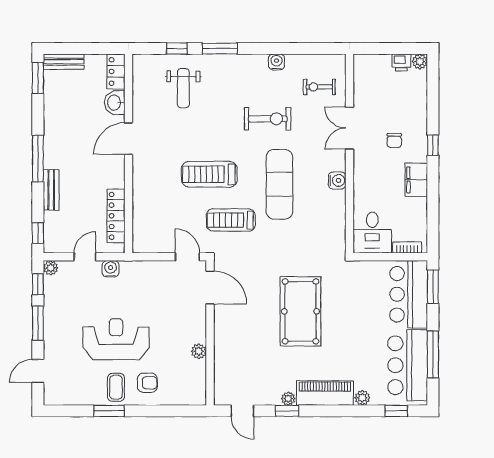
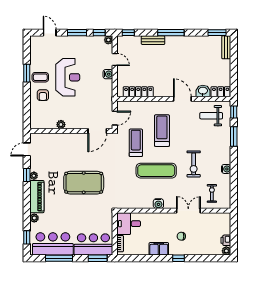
locker: (116, 72) -> (221, 92), moved
washbasin: (115, 103) -> (203, 91), moved
door: (128, 139) -> (182, 99), moved
wall: (128, 154) -> (174, 99), moved
locker: (116, 216) -> (138, 92), moved

